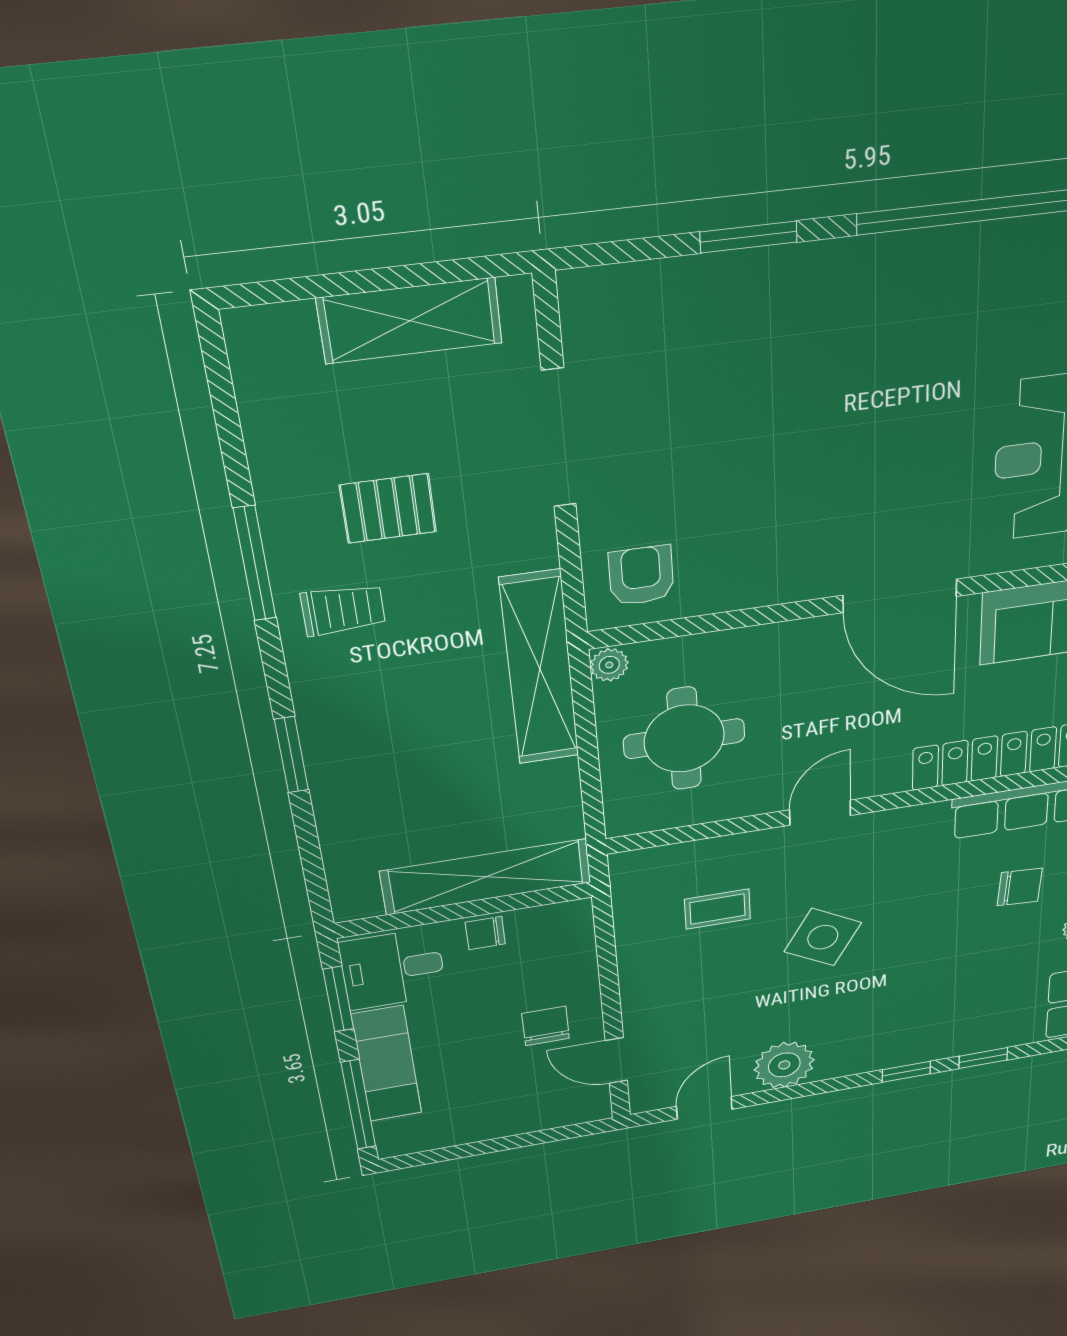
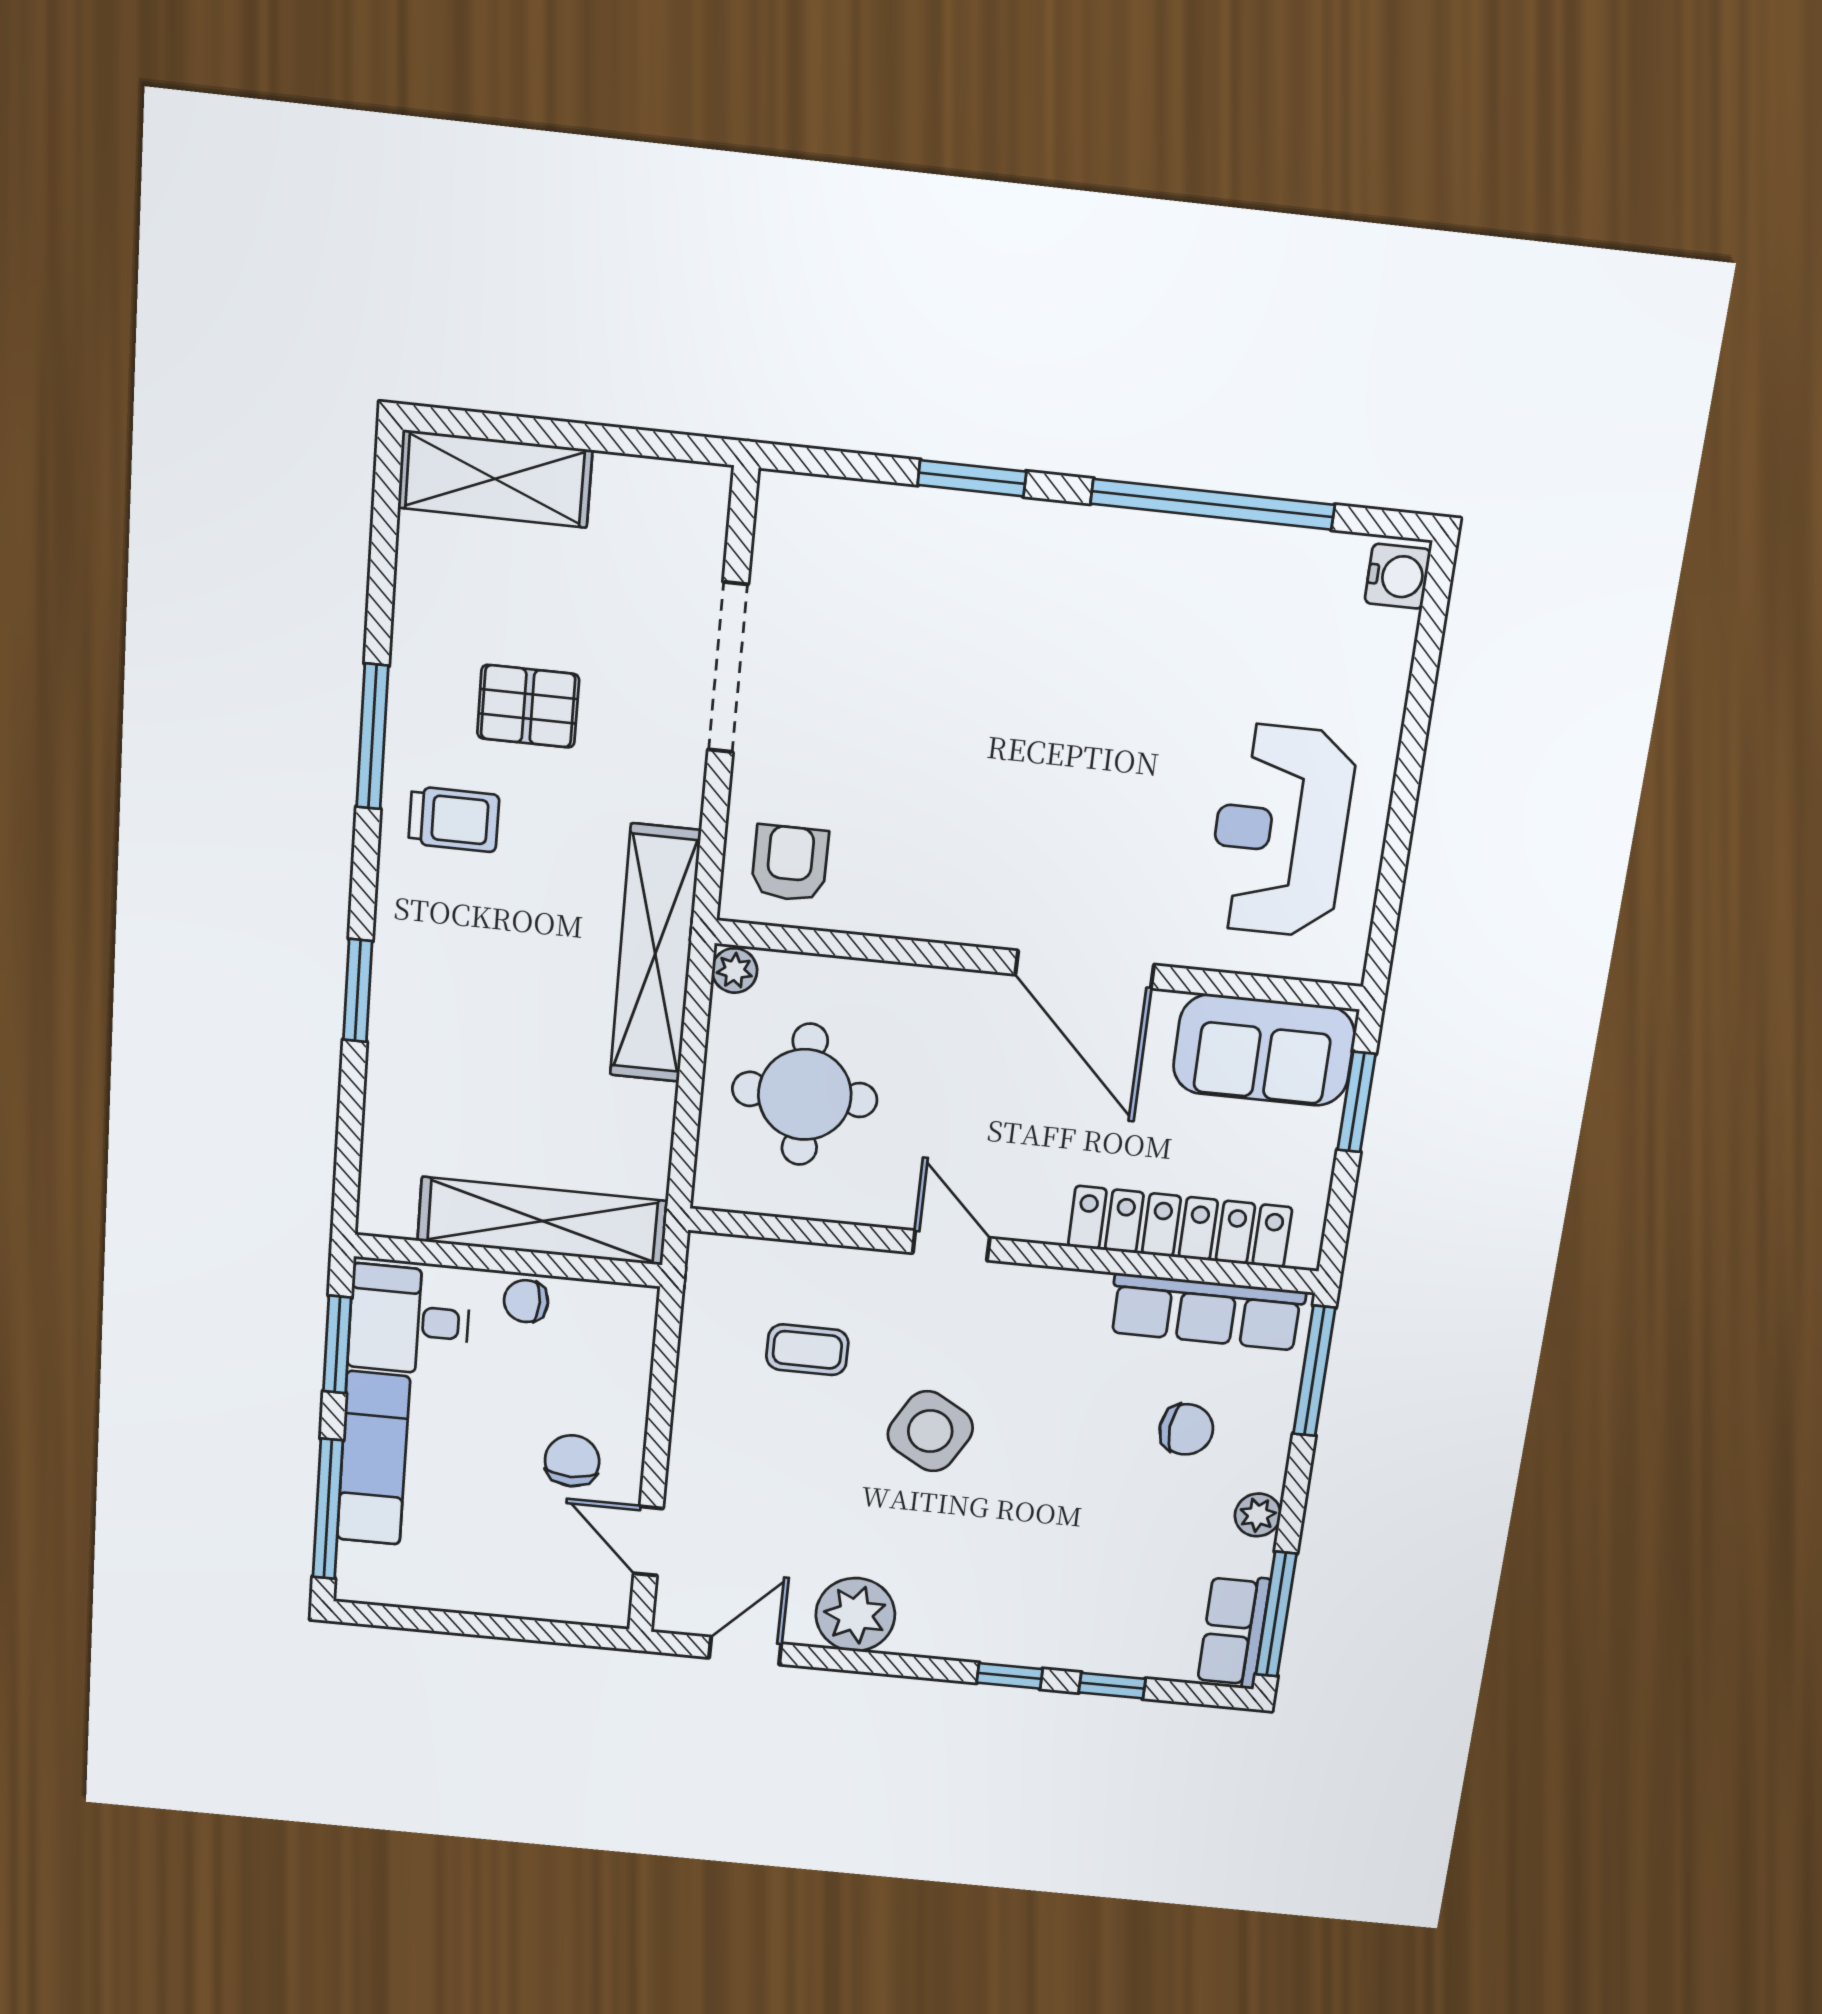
shelving: (410, 321) -> (495, 479), moved
door: (820, 813) -> (951, 1245), hinge flipped

